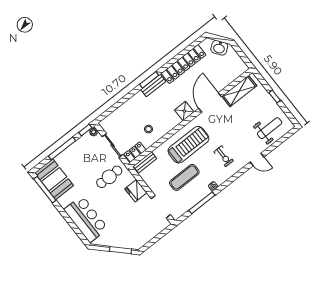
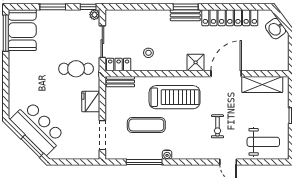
window: (62, 148) -> (53, 7), width x0.69
exercise bike: (224, 156) -> (217, 126), moved
bar counter: (86, 219) -> (38, 128), moved, turned -45

